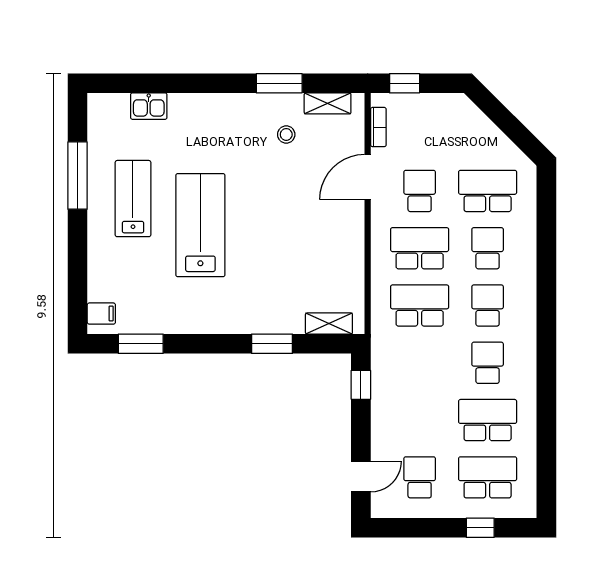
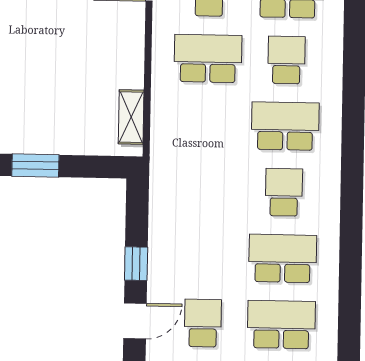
school desk: (420, 306) -> (207, 125), removed
school desk: (488, 306) -> (285, 126), width x1.85
shelving: (329, 324) -> (131, 117), moved, turned 90
window: (361, 385) -> (136, 264), moved

